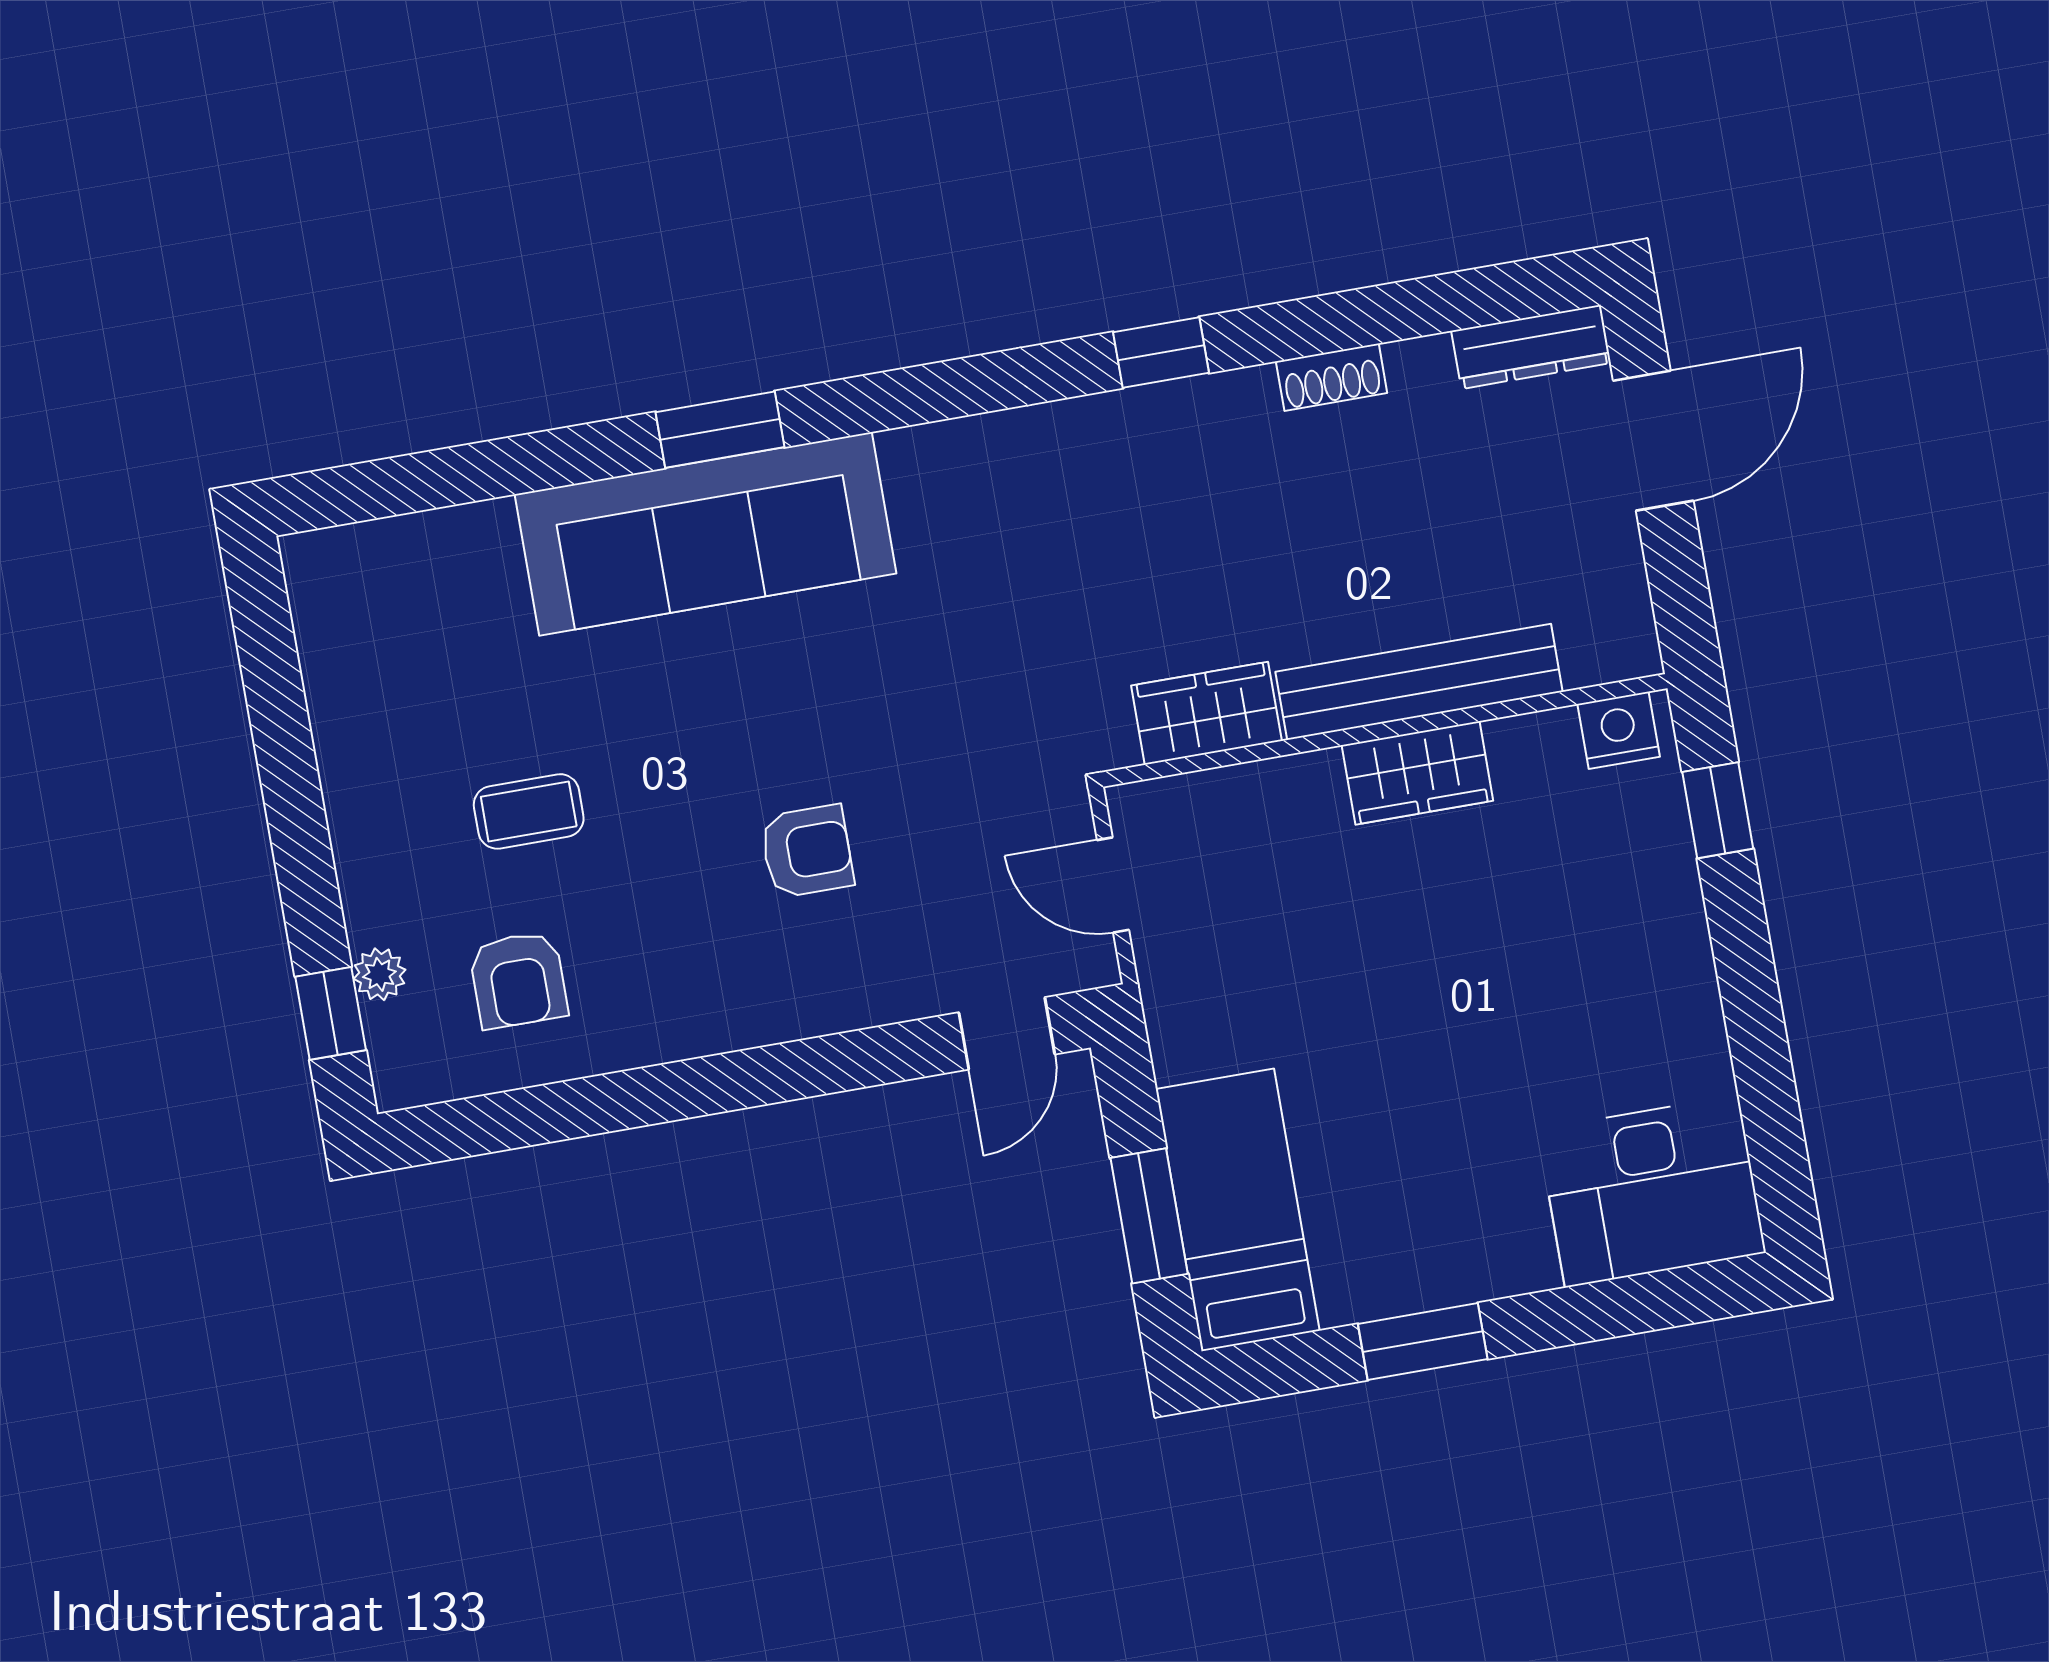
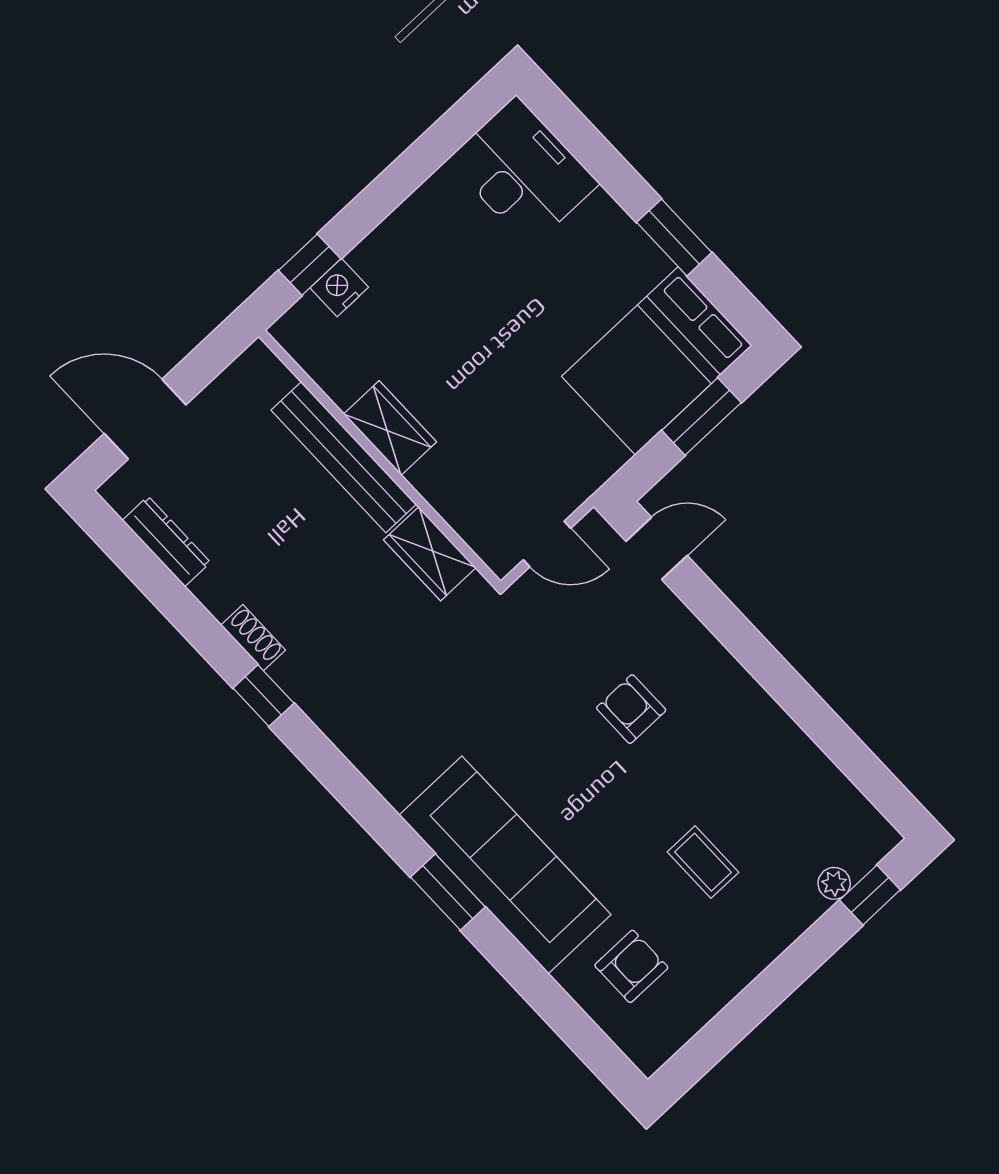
dresser: (1531, 347) -> (166, 541), moved
shoe rack: (1332, 377) -> (253, 638), moved
nightstand: (1619, 730) -> (339, 288), moved, turned 90
door: (1113, 885) -> (547, 544), hinge flipped
armchair: (518, 980) -> (631, 966), moved
bed: (1238, 1210) -> (657, 361), width x1.50

